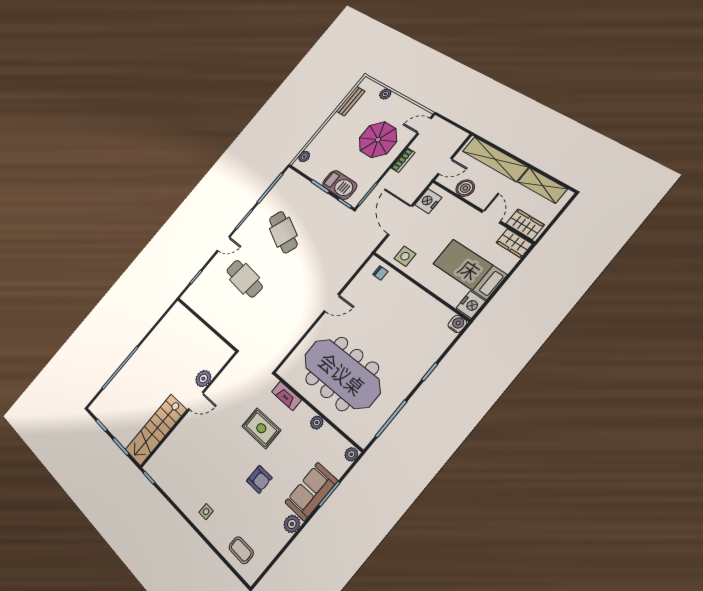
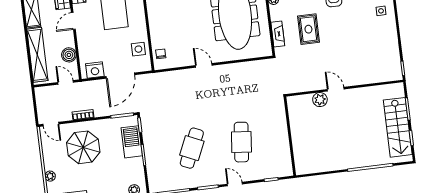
stairs: (156, 430) -> (398, 127), moved, turned 90

